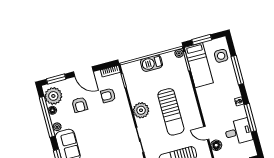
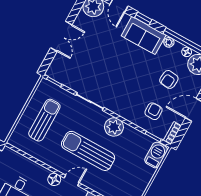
barbecue: (152, 63) -> (156, 155), moved
armchair: (80, 105) -> (169, 79), turned -84
door: (206, 133) -> (72, 180), moved
floor lamp: (216, 145) -> (54, 179), moved

